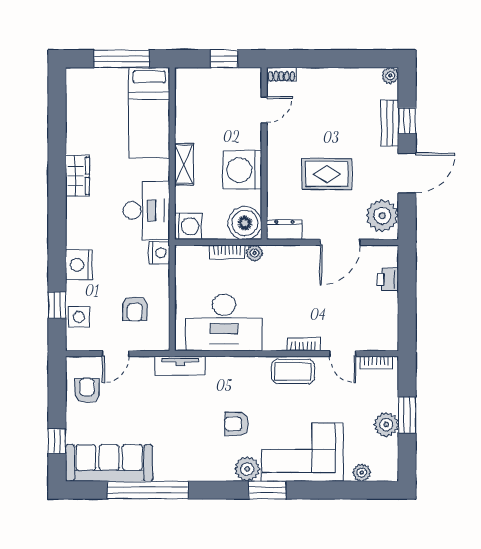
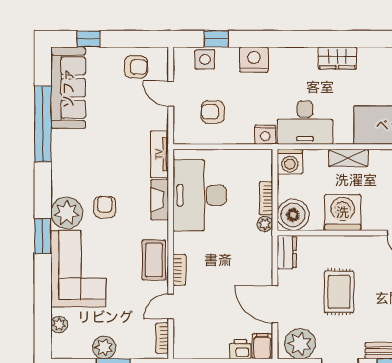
filing cabinet: (385, 256) -> (262, 346), added
fireplace: (229, 365) -> (160, 200), added
plant: (247, 469) -> (67, 213), width x1.36, depth x1.36

